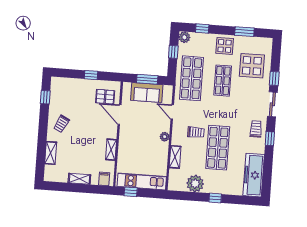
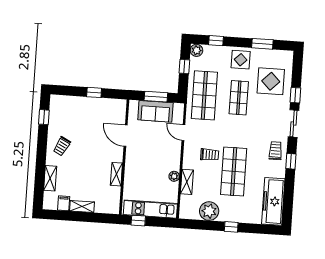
pallet: (105, 97) -> (110, 116), removed
plant: (165, 137) -> (174, 176), moved
filing cabinet: (104, 179) -> (64, 203), moved

